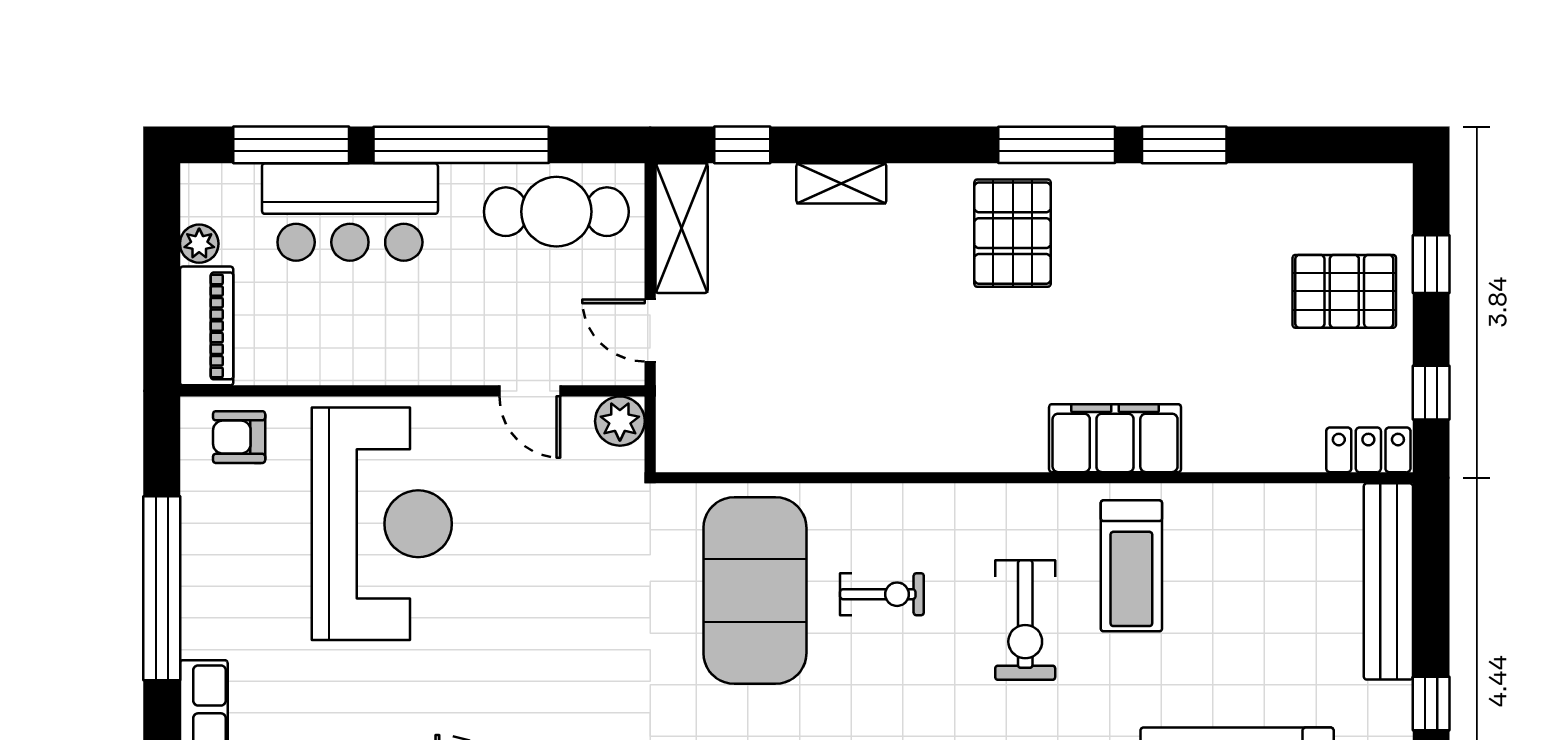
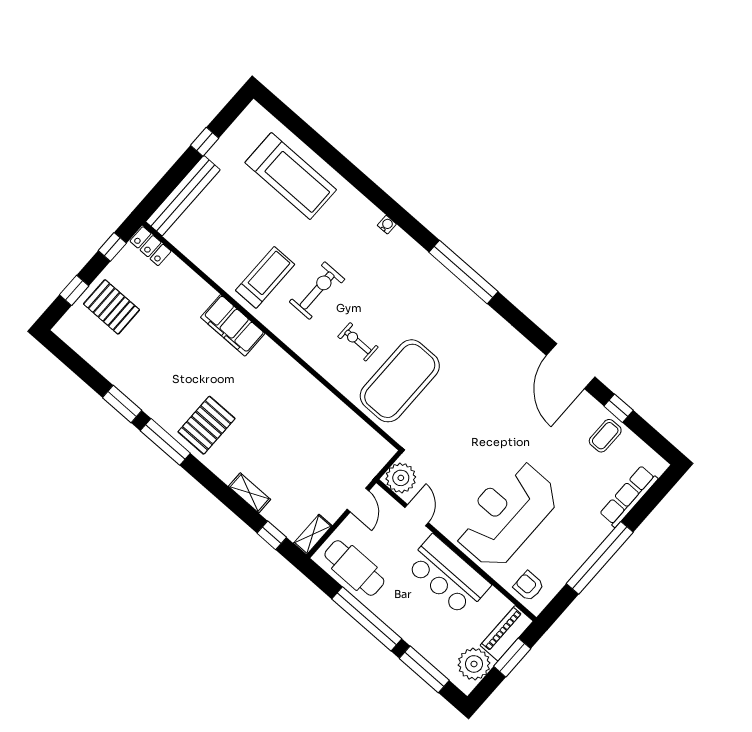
bar counter: (350, 212) -> (448, 575), moved, turned 180
shelving: (682, 228) -> (313, 534), width x0.67, depth x0.75
plant: (199, 244) -> (474, 664), width x1.88, depth x1.88
window: (162, 294) -> (512, 657), added
plant: (620, 421) -> (401, 478), width x1.36, depth x1.36
armchair: (239, 437) -> (529, 586), turned 180

